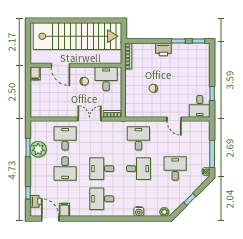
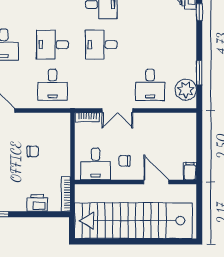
printer: (163, 50) -> (37, 203), moved
plant: (38, 149) -> (186, 90), moved
desk: (65, 169) -> (150, 45), removed
desk: (102, 169) -> (101, 45), turned 180

